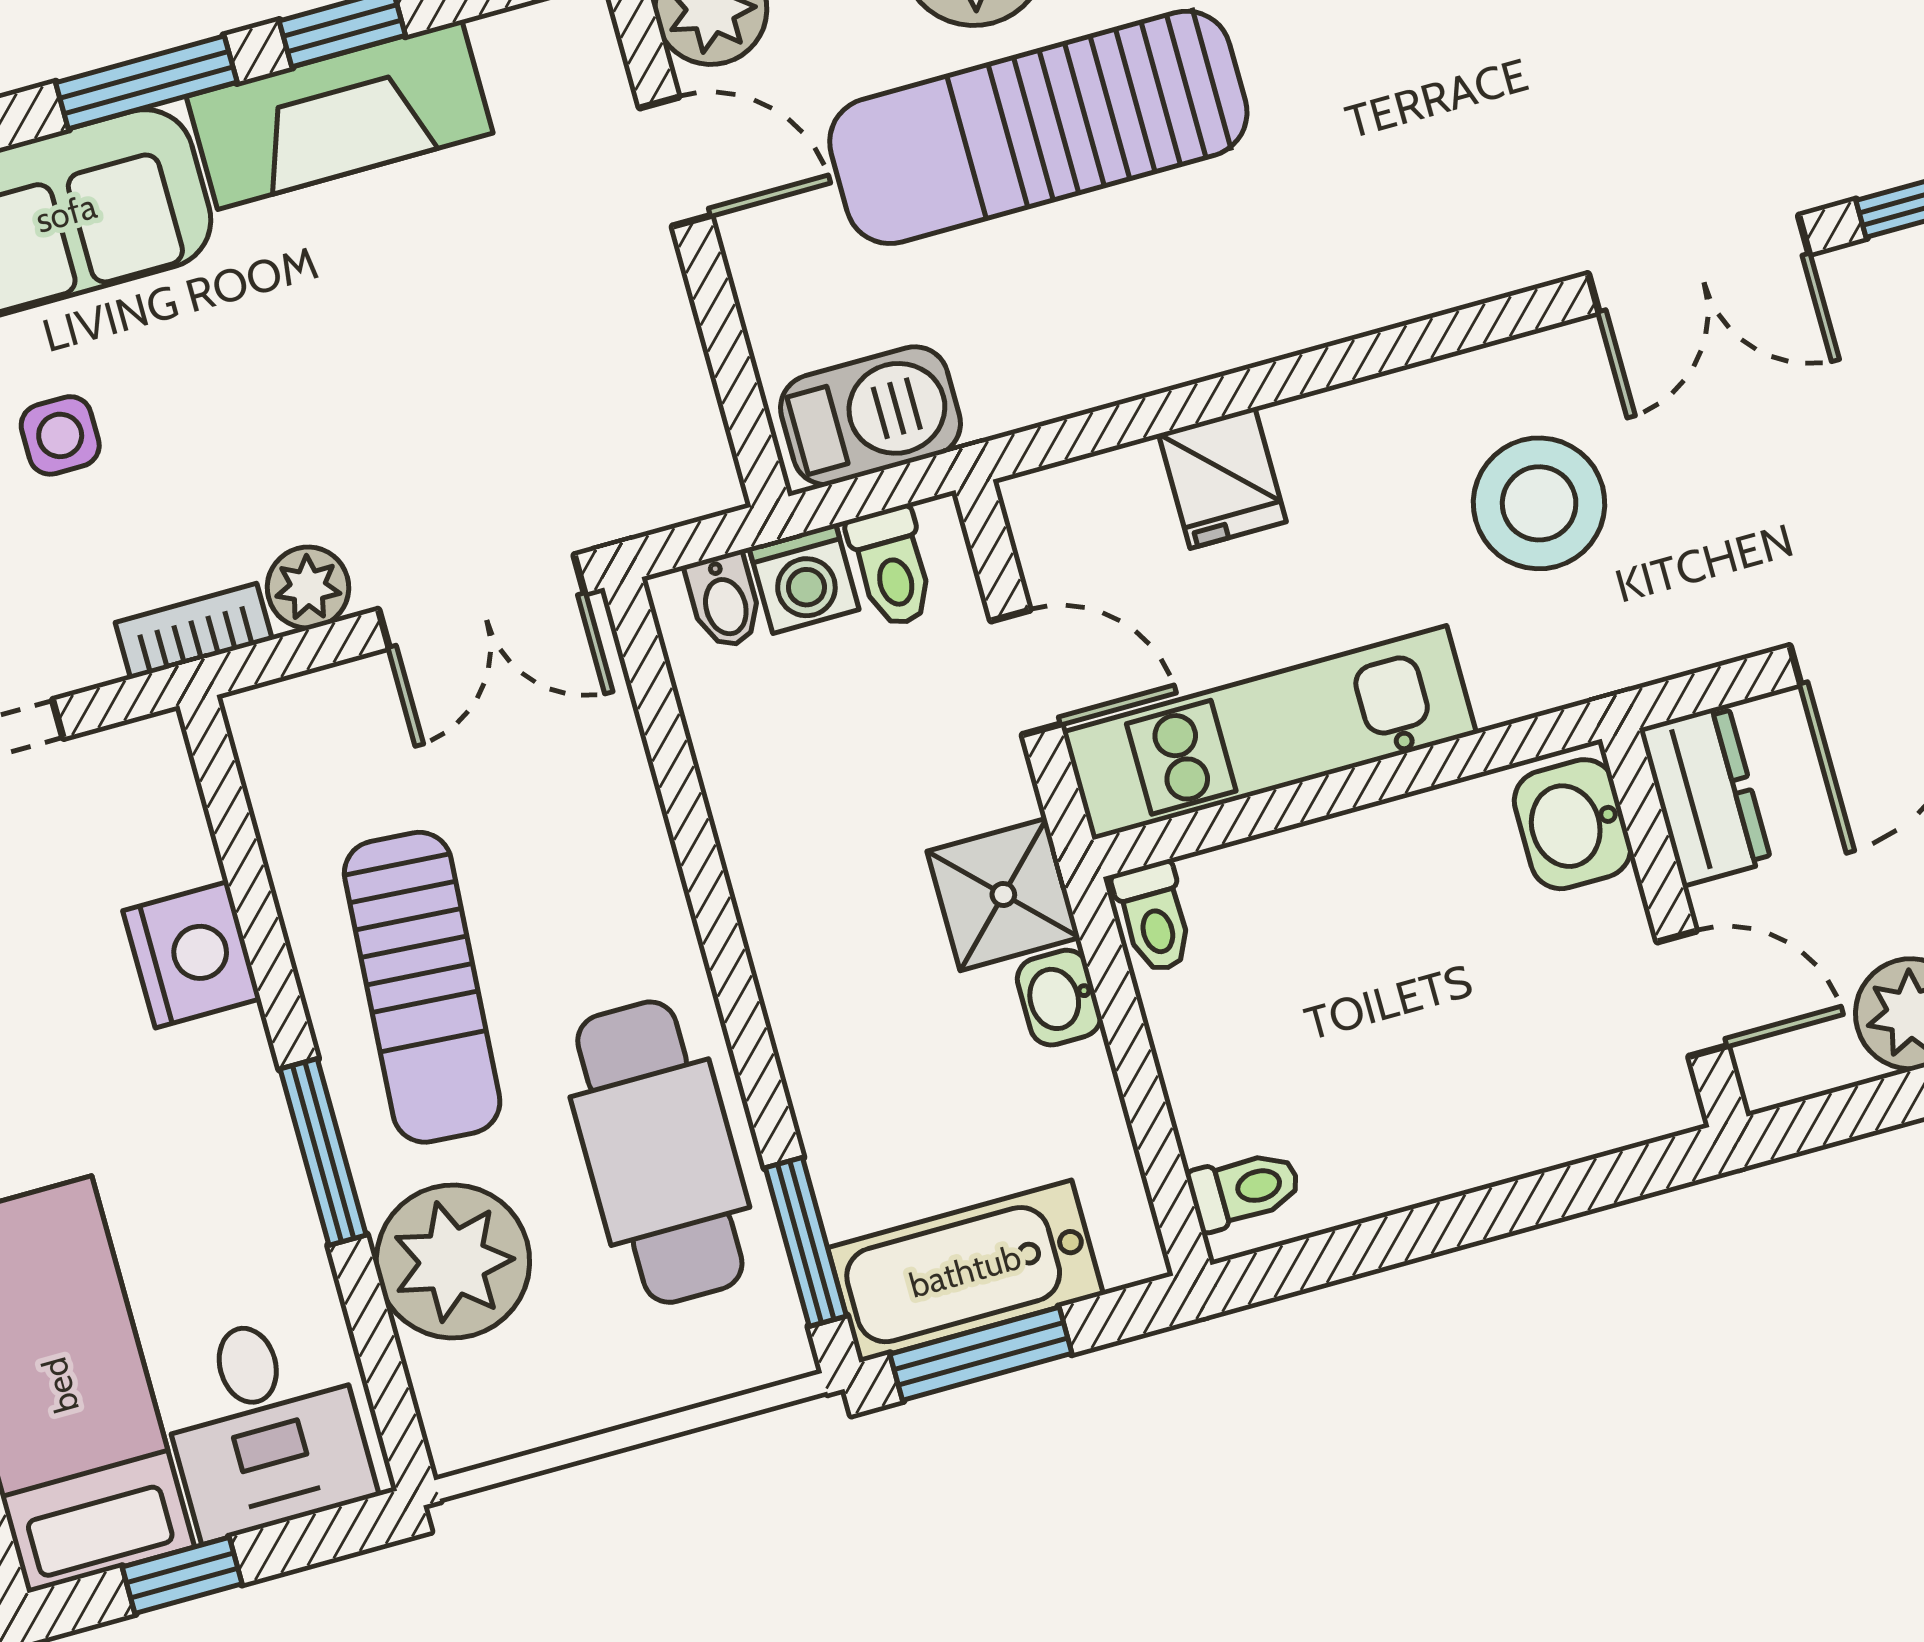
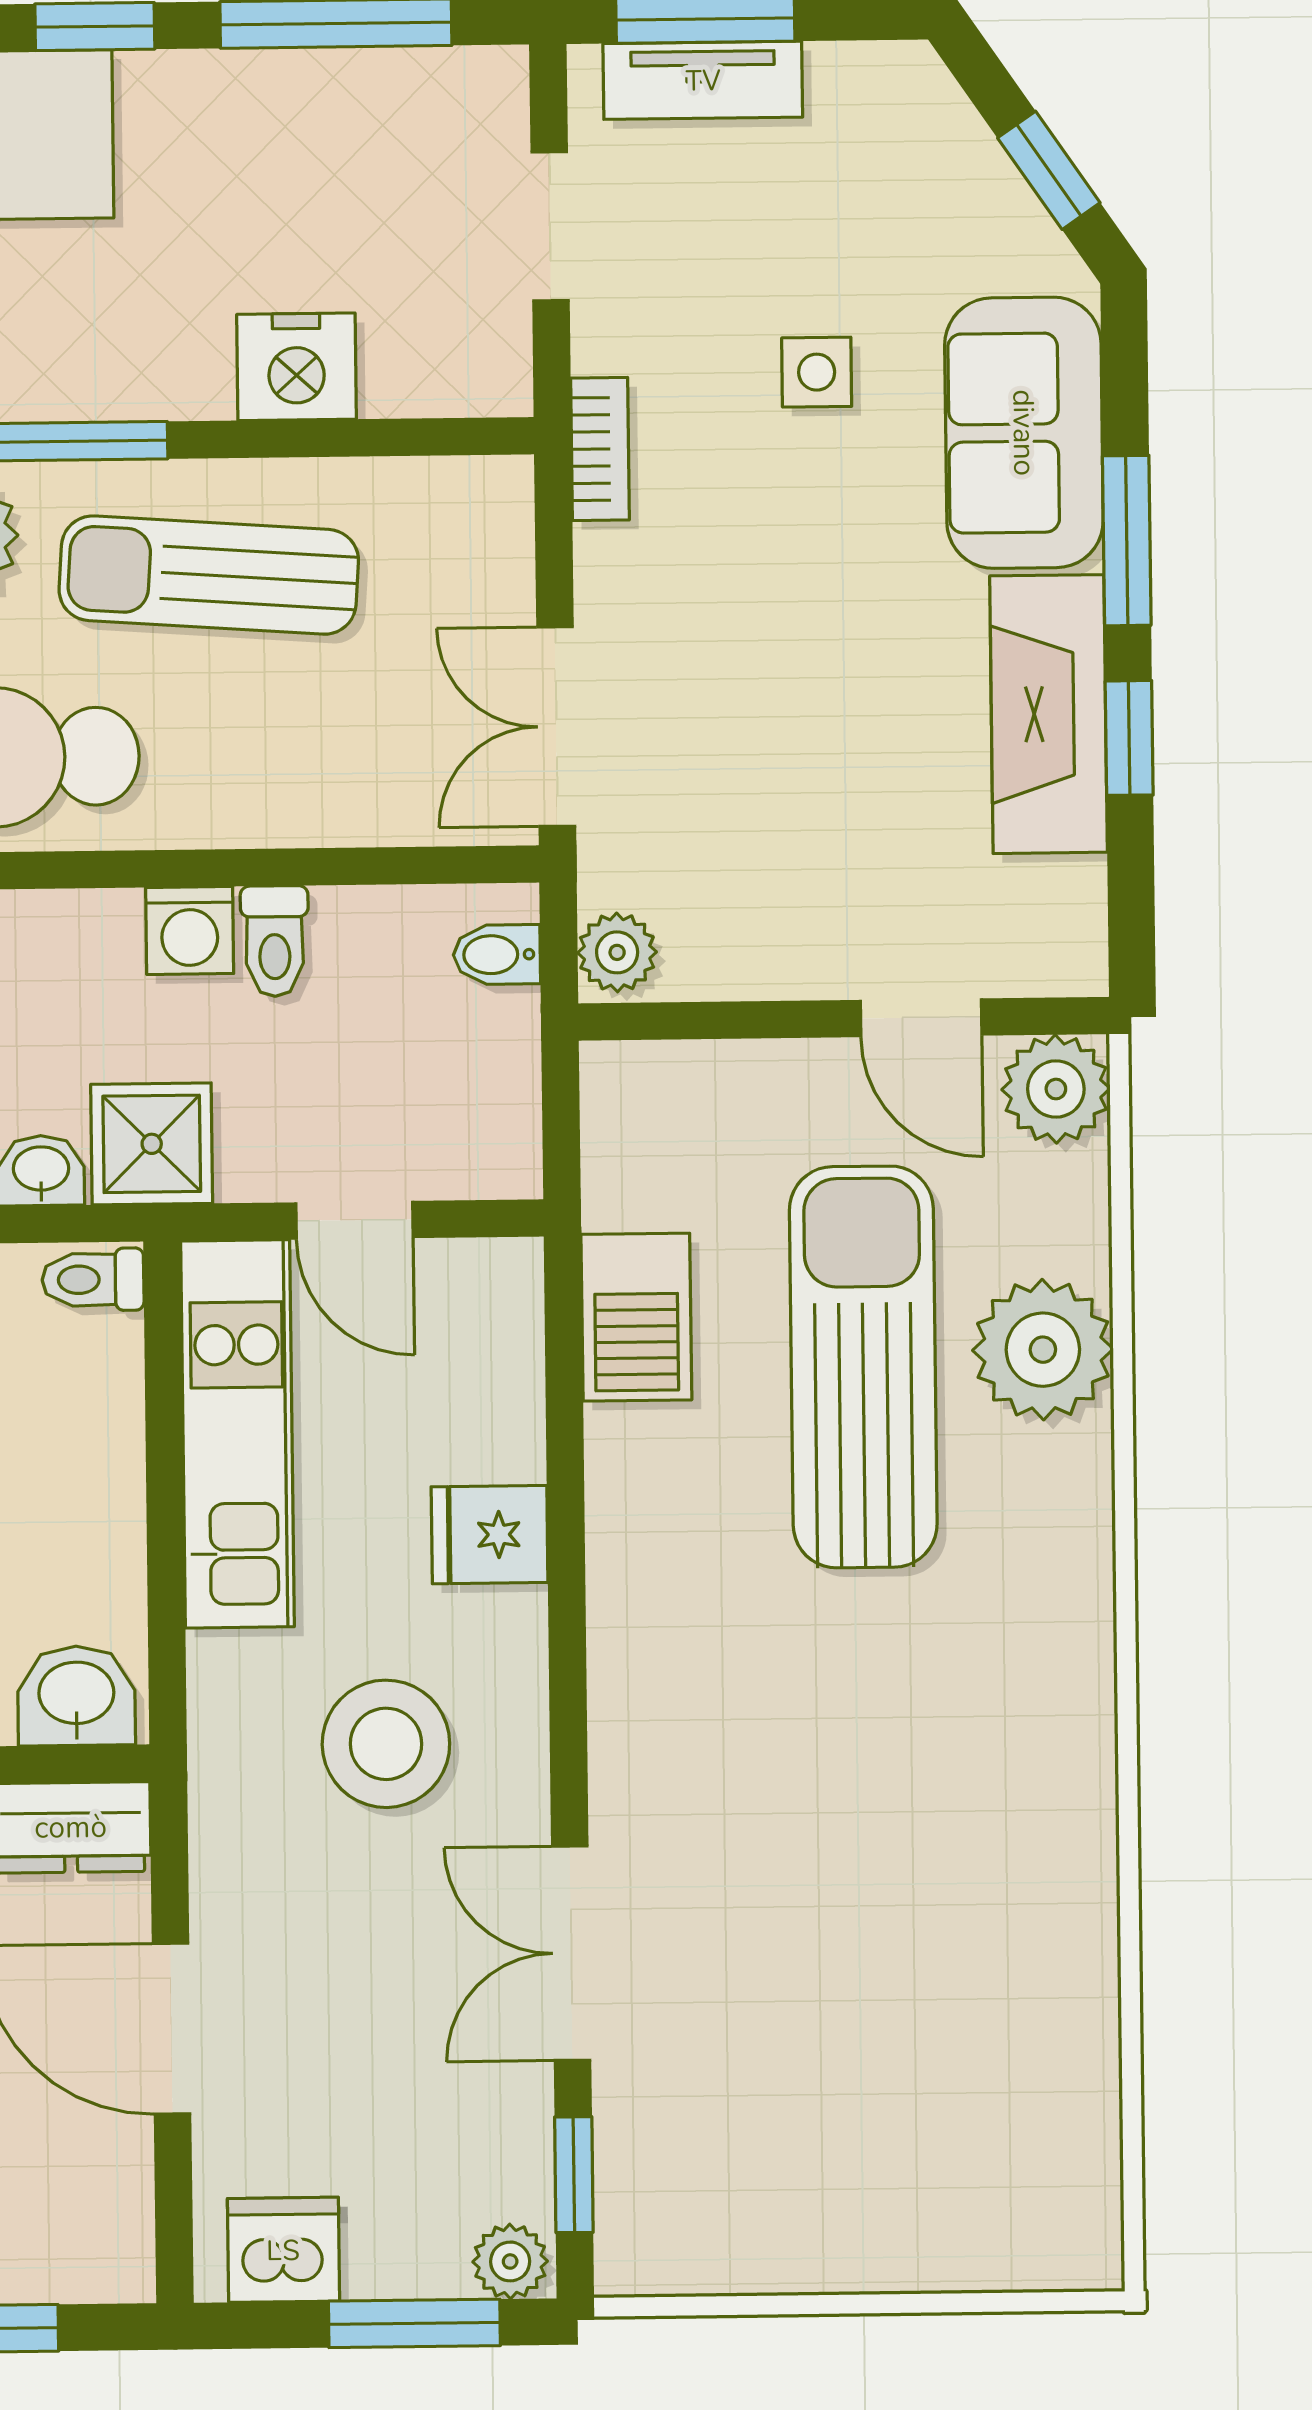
door: (675, 162) -> (921, 1018), hinge flipped
barbecue: (870, 416) -> (636, 1317), moved
fridge: (1222, 478) -> (490, 1535), moved
toilet: (891, 567) -> (275, 941), moved, turned -90
washing machine: (804, 579) -> (190, 930), moved, turned -90
plant: (308, 588) -> (617, 952), moved
door: (1026, 672) -> (355, 1220), hinge flipped

